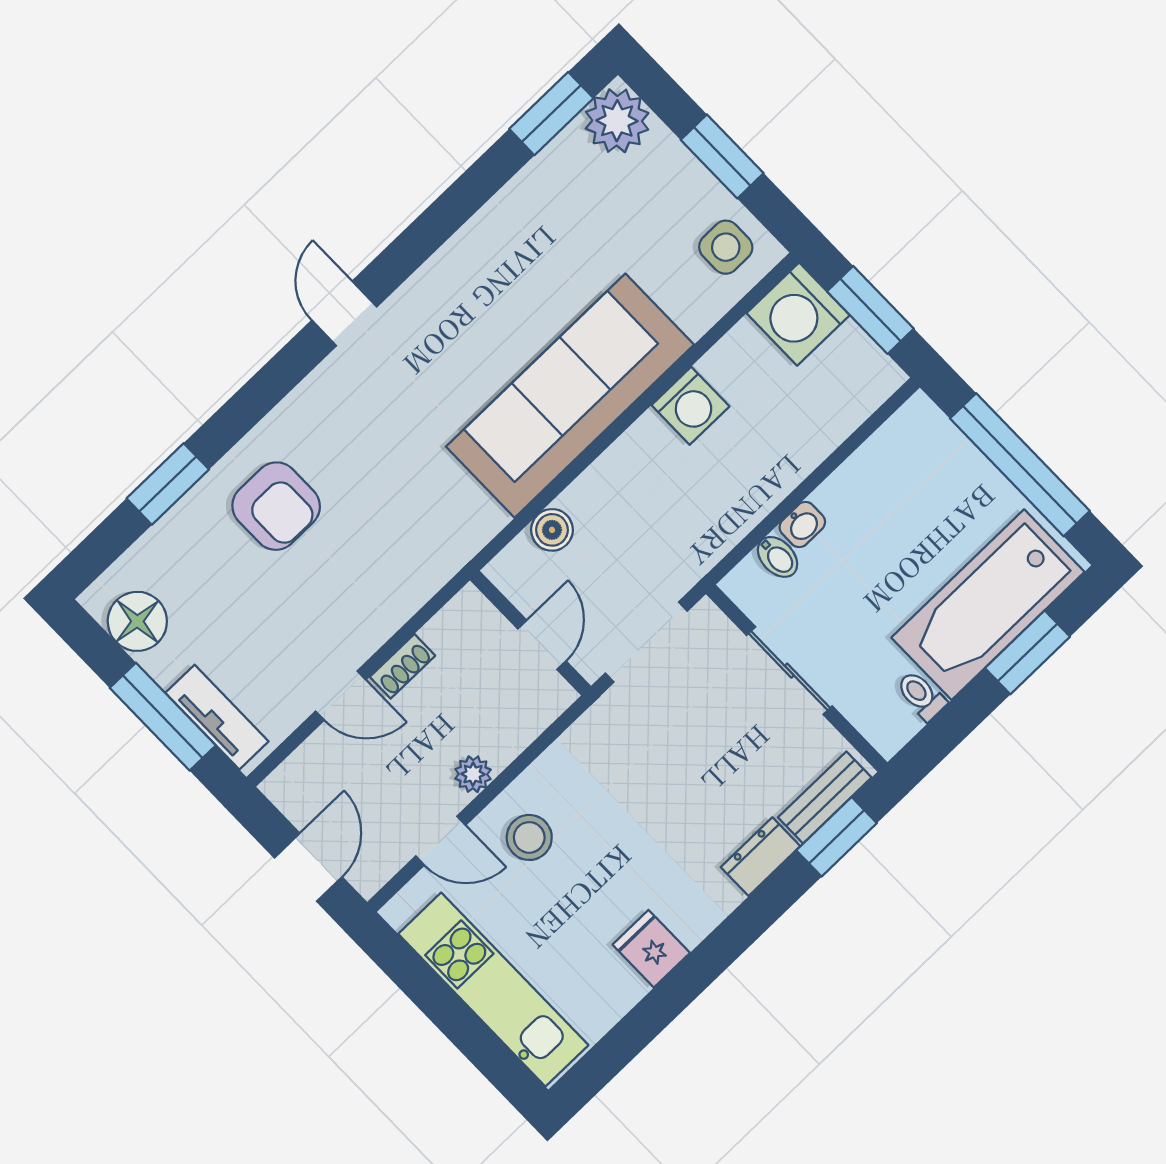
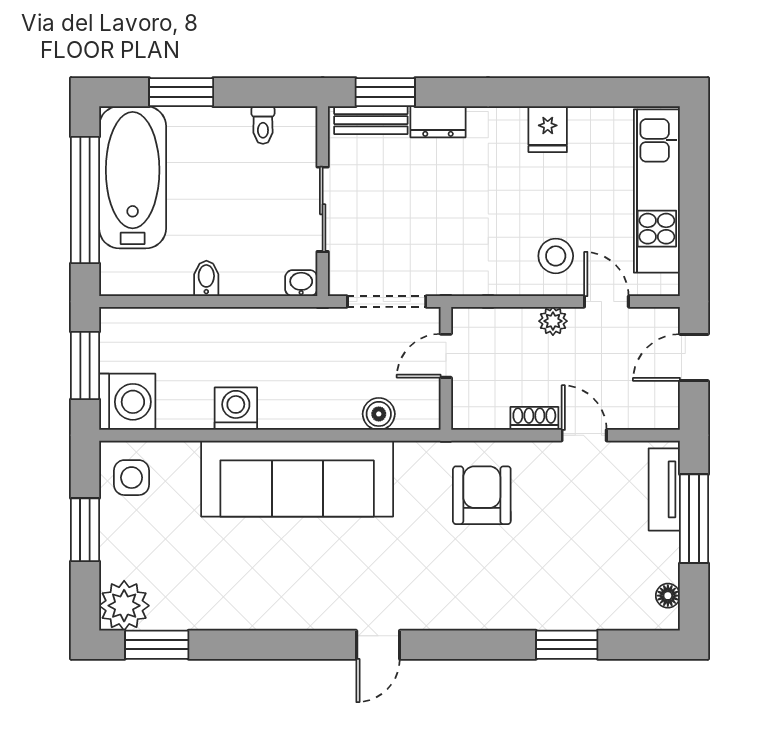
armchair: (276, 506) -> (482, 495), moved
washbasin: (802, 525) -> (301, 283), moved
bidet: (778, 557) -> (206, 278), moved
bathtub: (988, 605) -> (133, 177), moved, turned -90
floor lamp: (137, 621) -> (668, 596), width x0.53, depth x0.53

